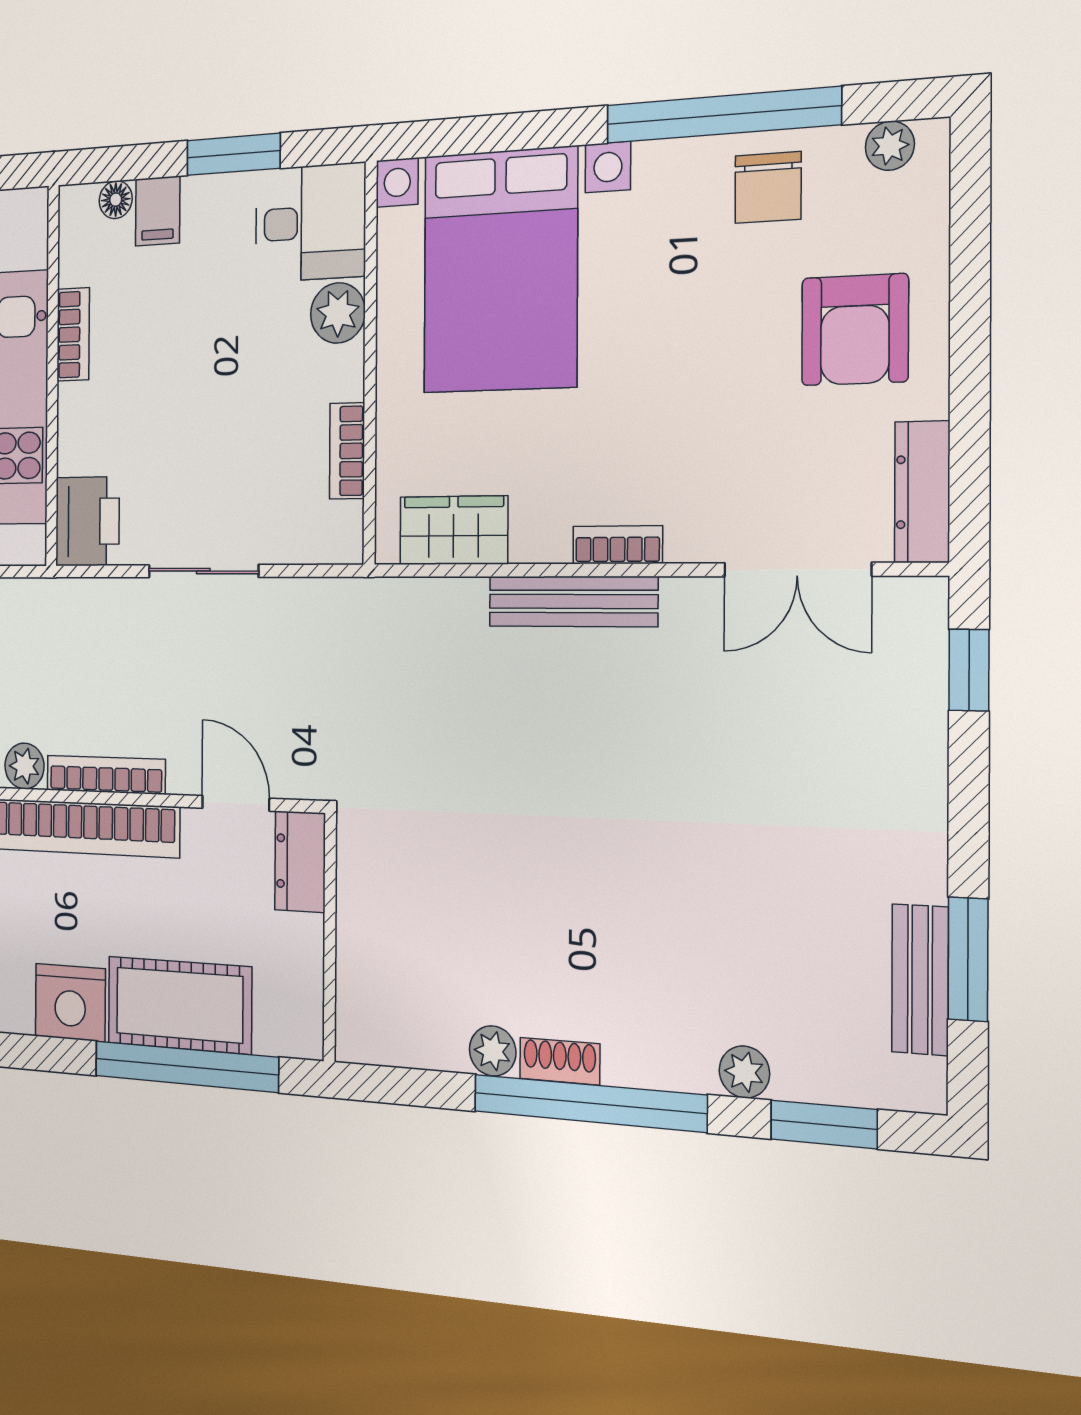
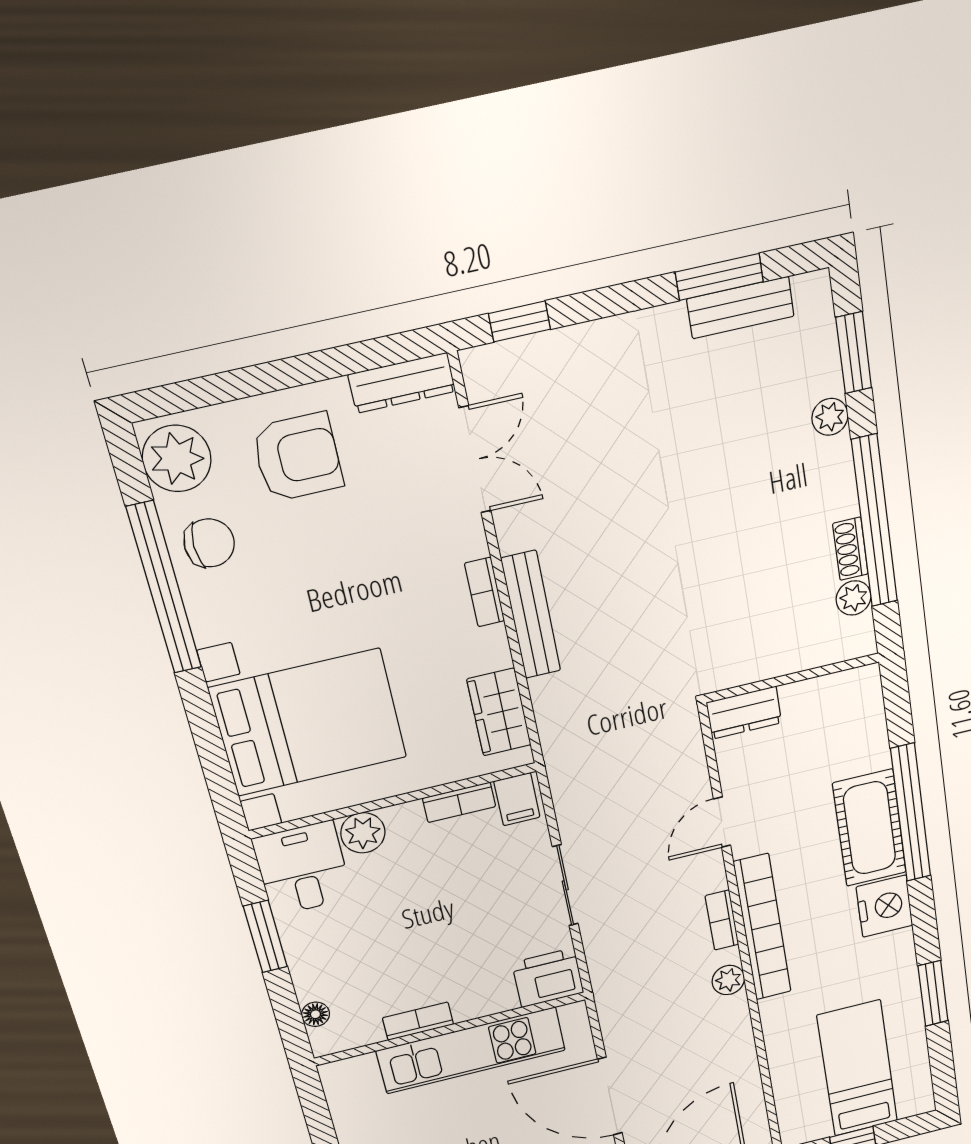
plant: (890, 146) -> (177, 458), width x1.87, depth x1.87
filing cabinet: (158, 211) -> (517, 799), moved, turned 90
bookcase: (106, 775) -> (722, 920), width x0.64
dresser: (300, 862) -> (744, 713), moved
wall: (330, 937) -> (792, 678), moved

